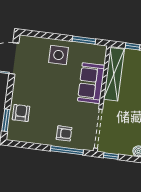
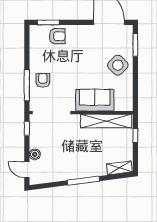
window: (84, 40) -> (135, 45), moved
side table: (58, 55) -> (118, 65), turned 45
armchair: (64, 133) -> (43, 80), turned 180

